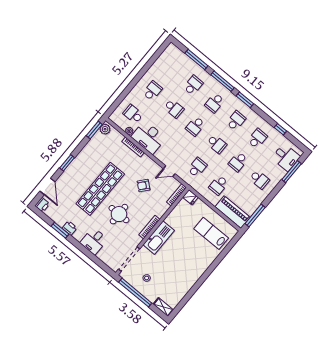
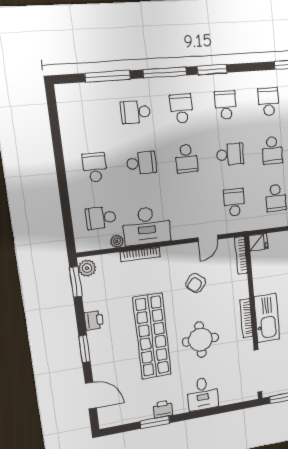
school desk: (193, 85) -> (136, 112), turned -90
school desk: (215, 103) -> (181, 109), turned 180
printer: (42, 205) -> (94, 320), moved

